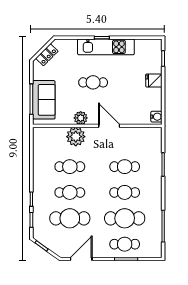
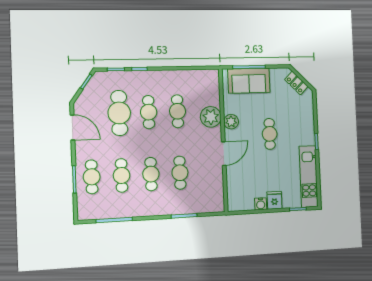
kitchen unit: (106, 47) -> (309, 176), moved
water cooler: (156, 117) -> (261, 204), moved
cafe table: (125, 218) -> (122, 175), width x0.73, depth x0.74

